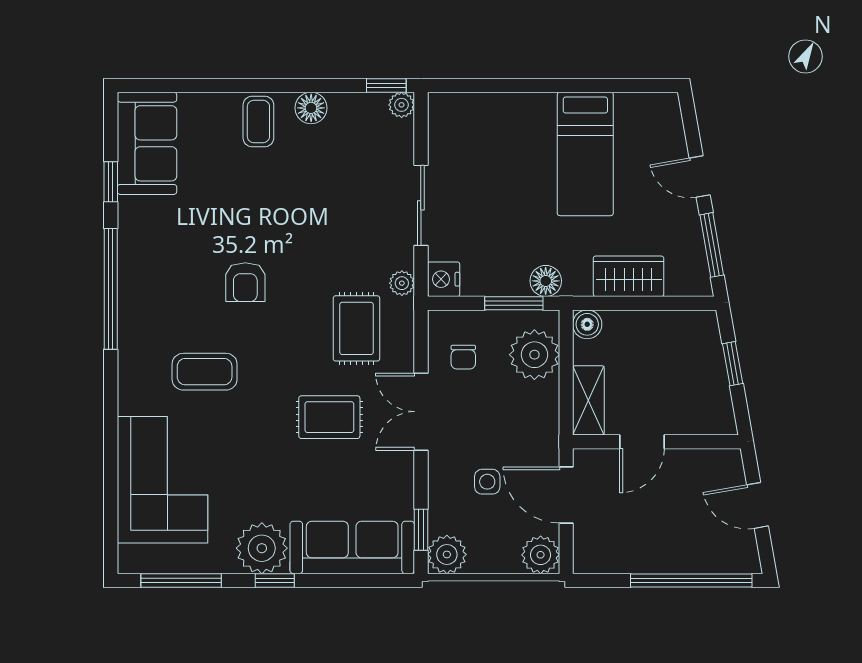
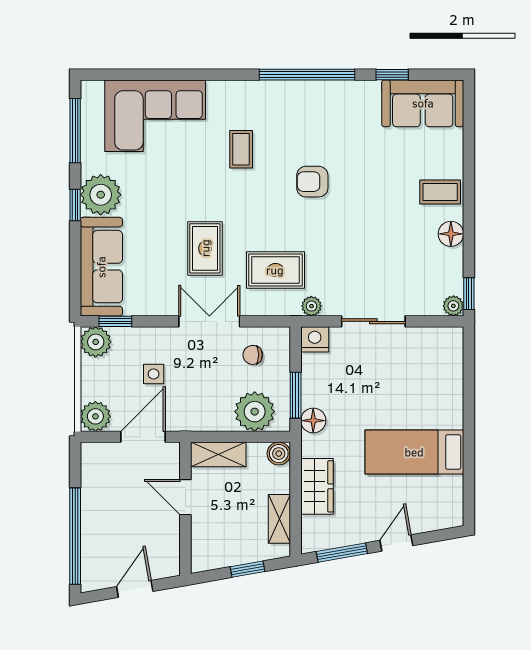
shelving: (669, 324) -> (279, 519), added
coffee table: (205, 372) -> (241, 149), width x0.73, depth x0.77

